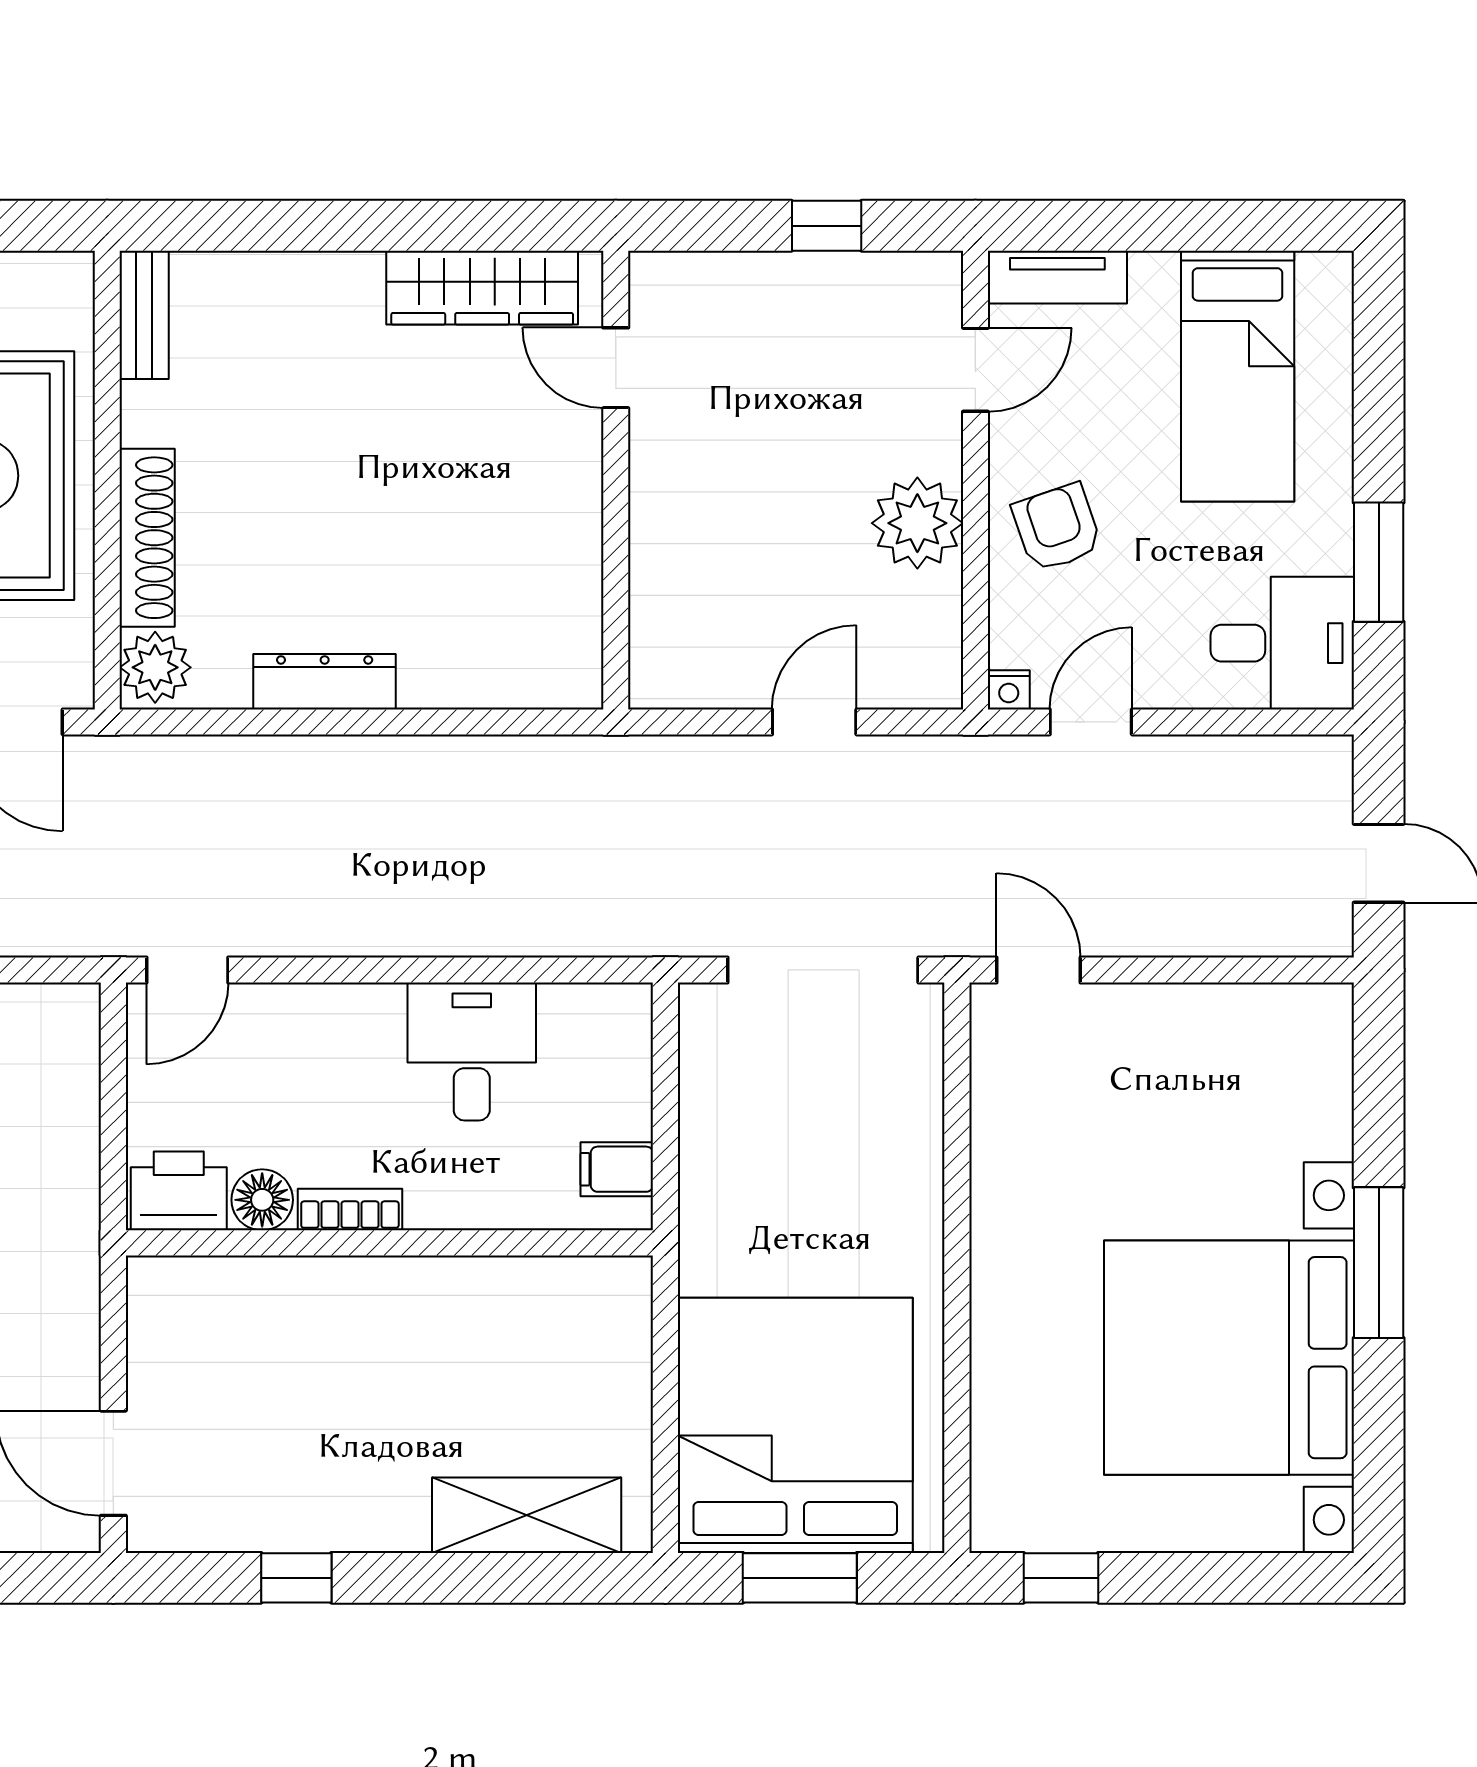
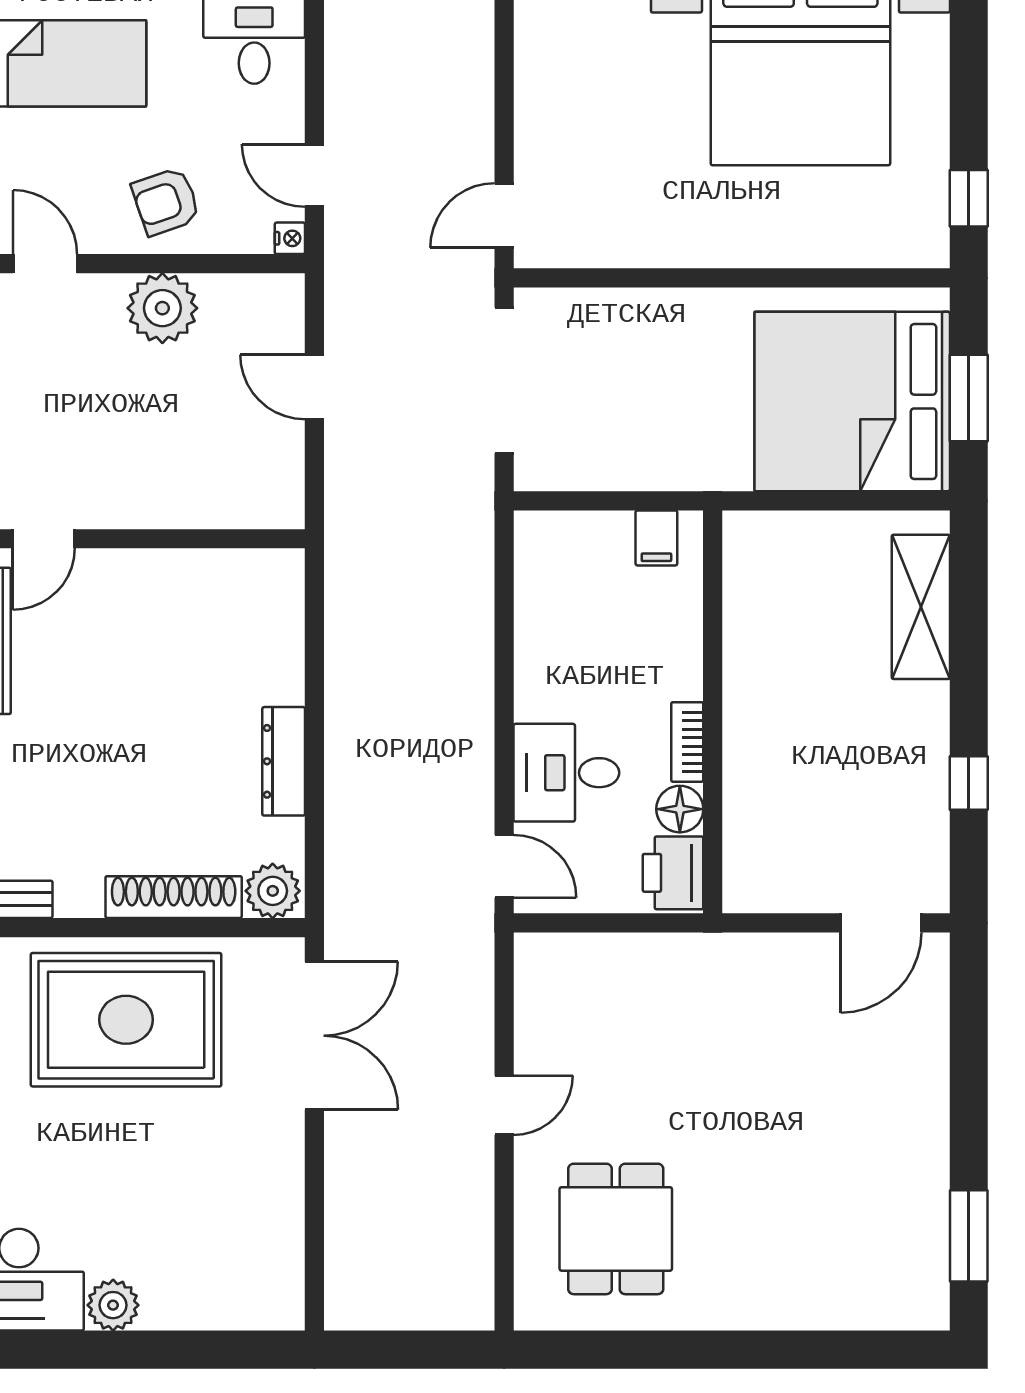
desk: (472, 1051) -> (566, 773), moved

